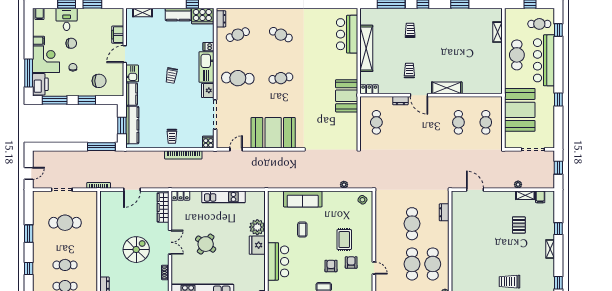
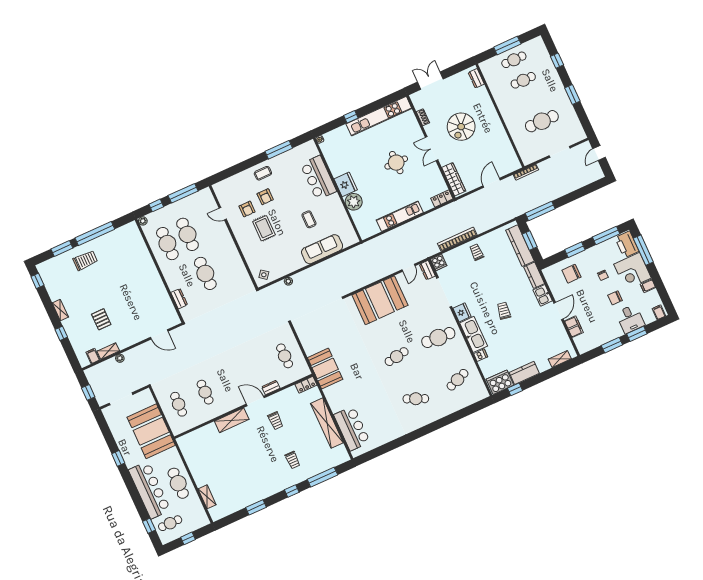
dresser: (221, 19) -> (427, 270), moved
round table: (206, 244) -> (396, 163), turned -36

